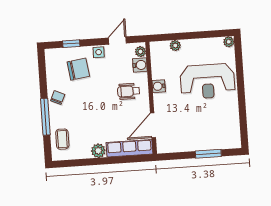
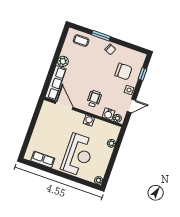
door: (117, 41) -> (131, 106), hinge flipped
chair: (78, 69) -> (123, 71), turned -82
reception desk: (208, 81) -> (78, 155), turned 180
window: (45, 117) -> (101, 36), width x0.69
row of seats: (232, 123) -> (43, 159), added
window: (208, 154) -> (29, 134), removed

